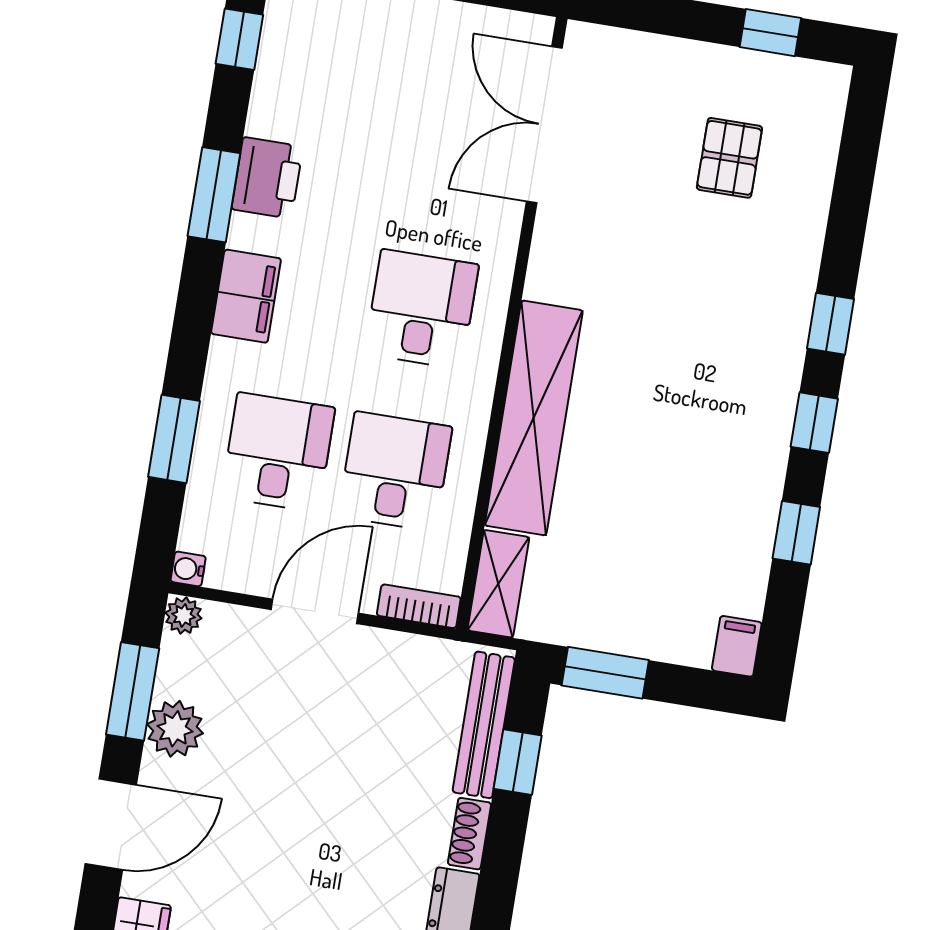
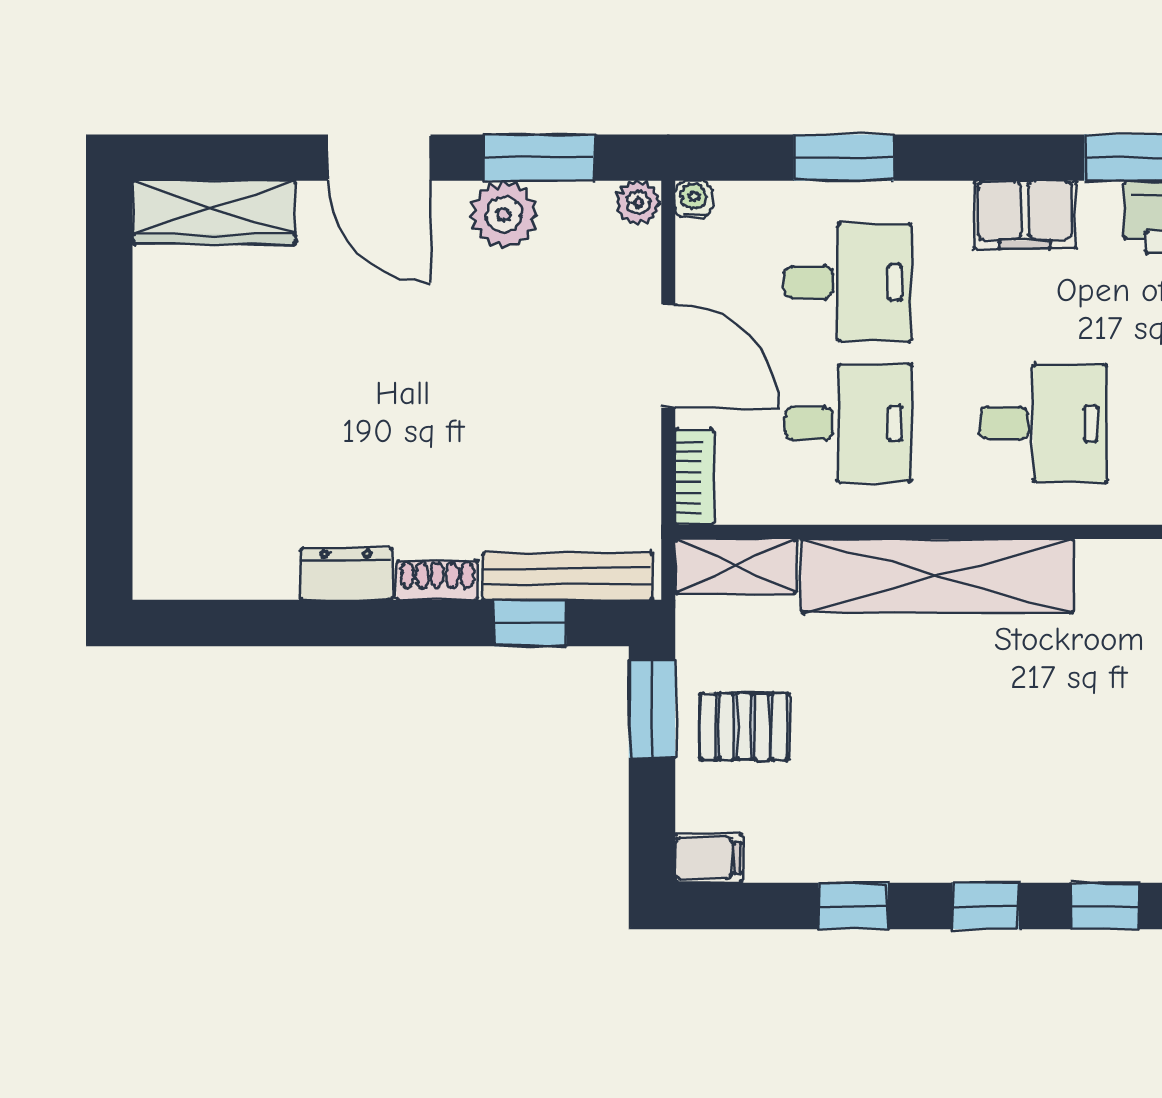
pallet: (633, 599) -> (744, 727), added

